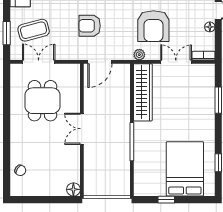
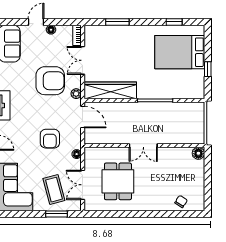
floor lamp: (73, 55) -> (77, 154), added
door: (100, 62) -> (83, 117), moved
dining table: (43, 101) -> (118, 181), turned 90

